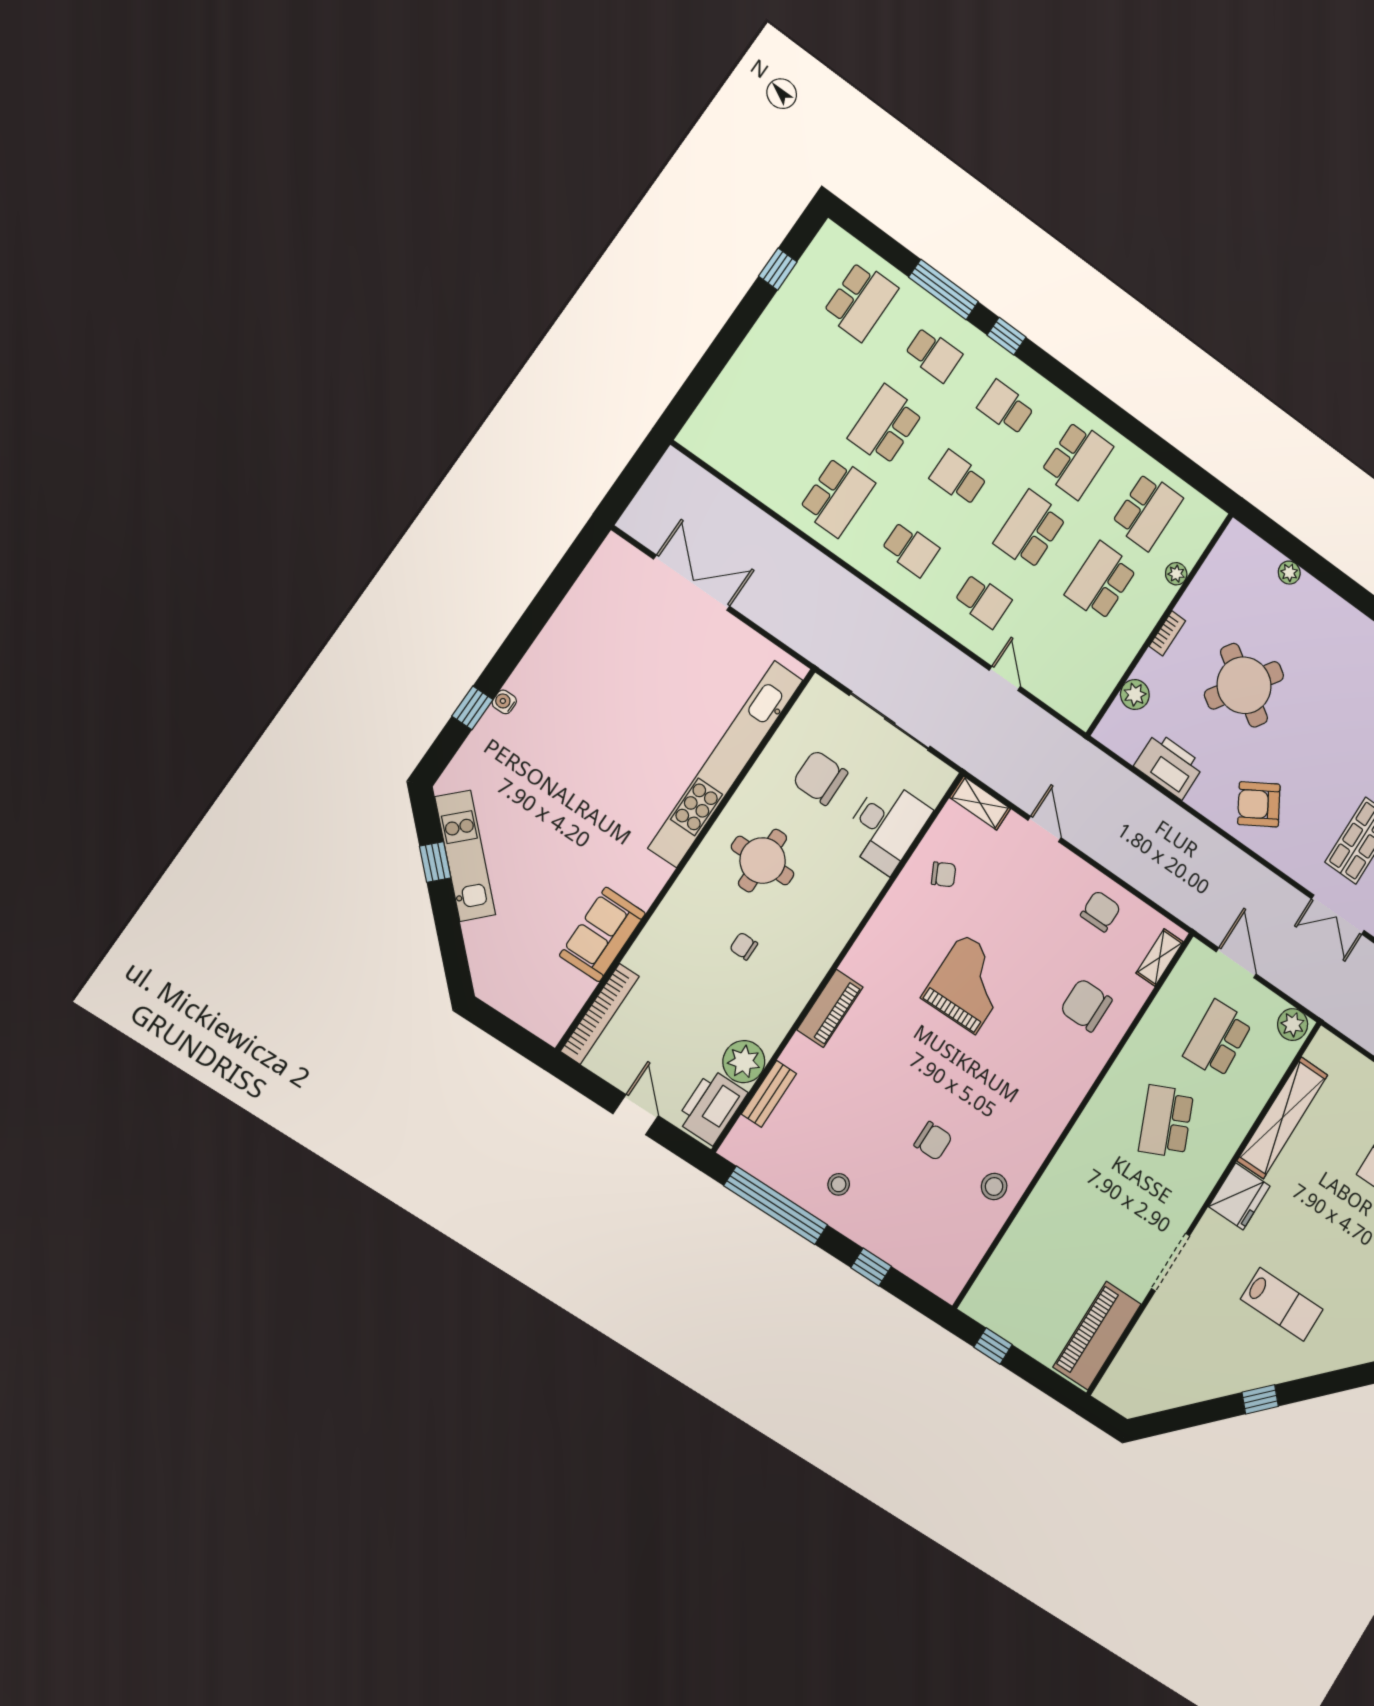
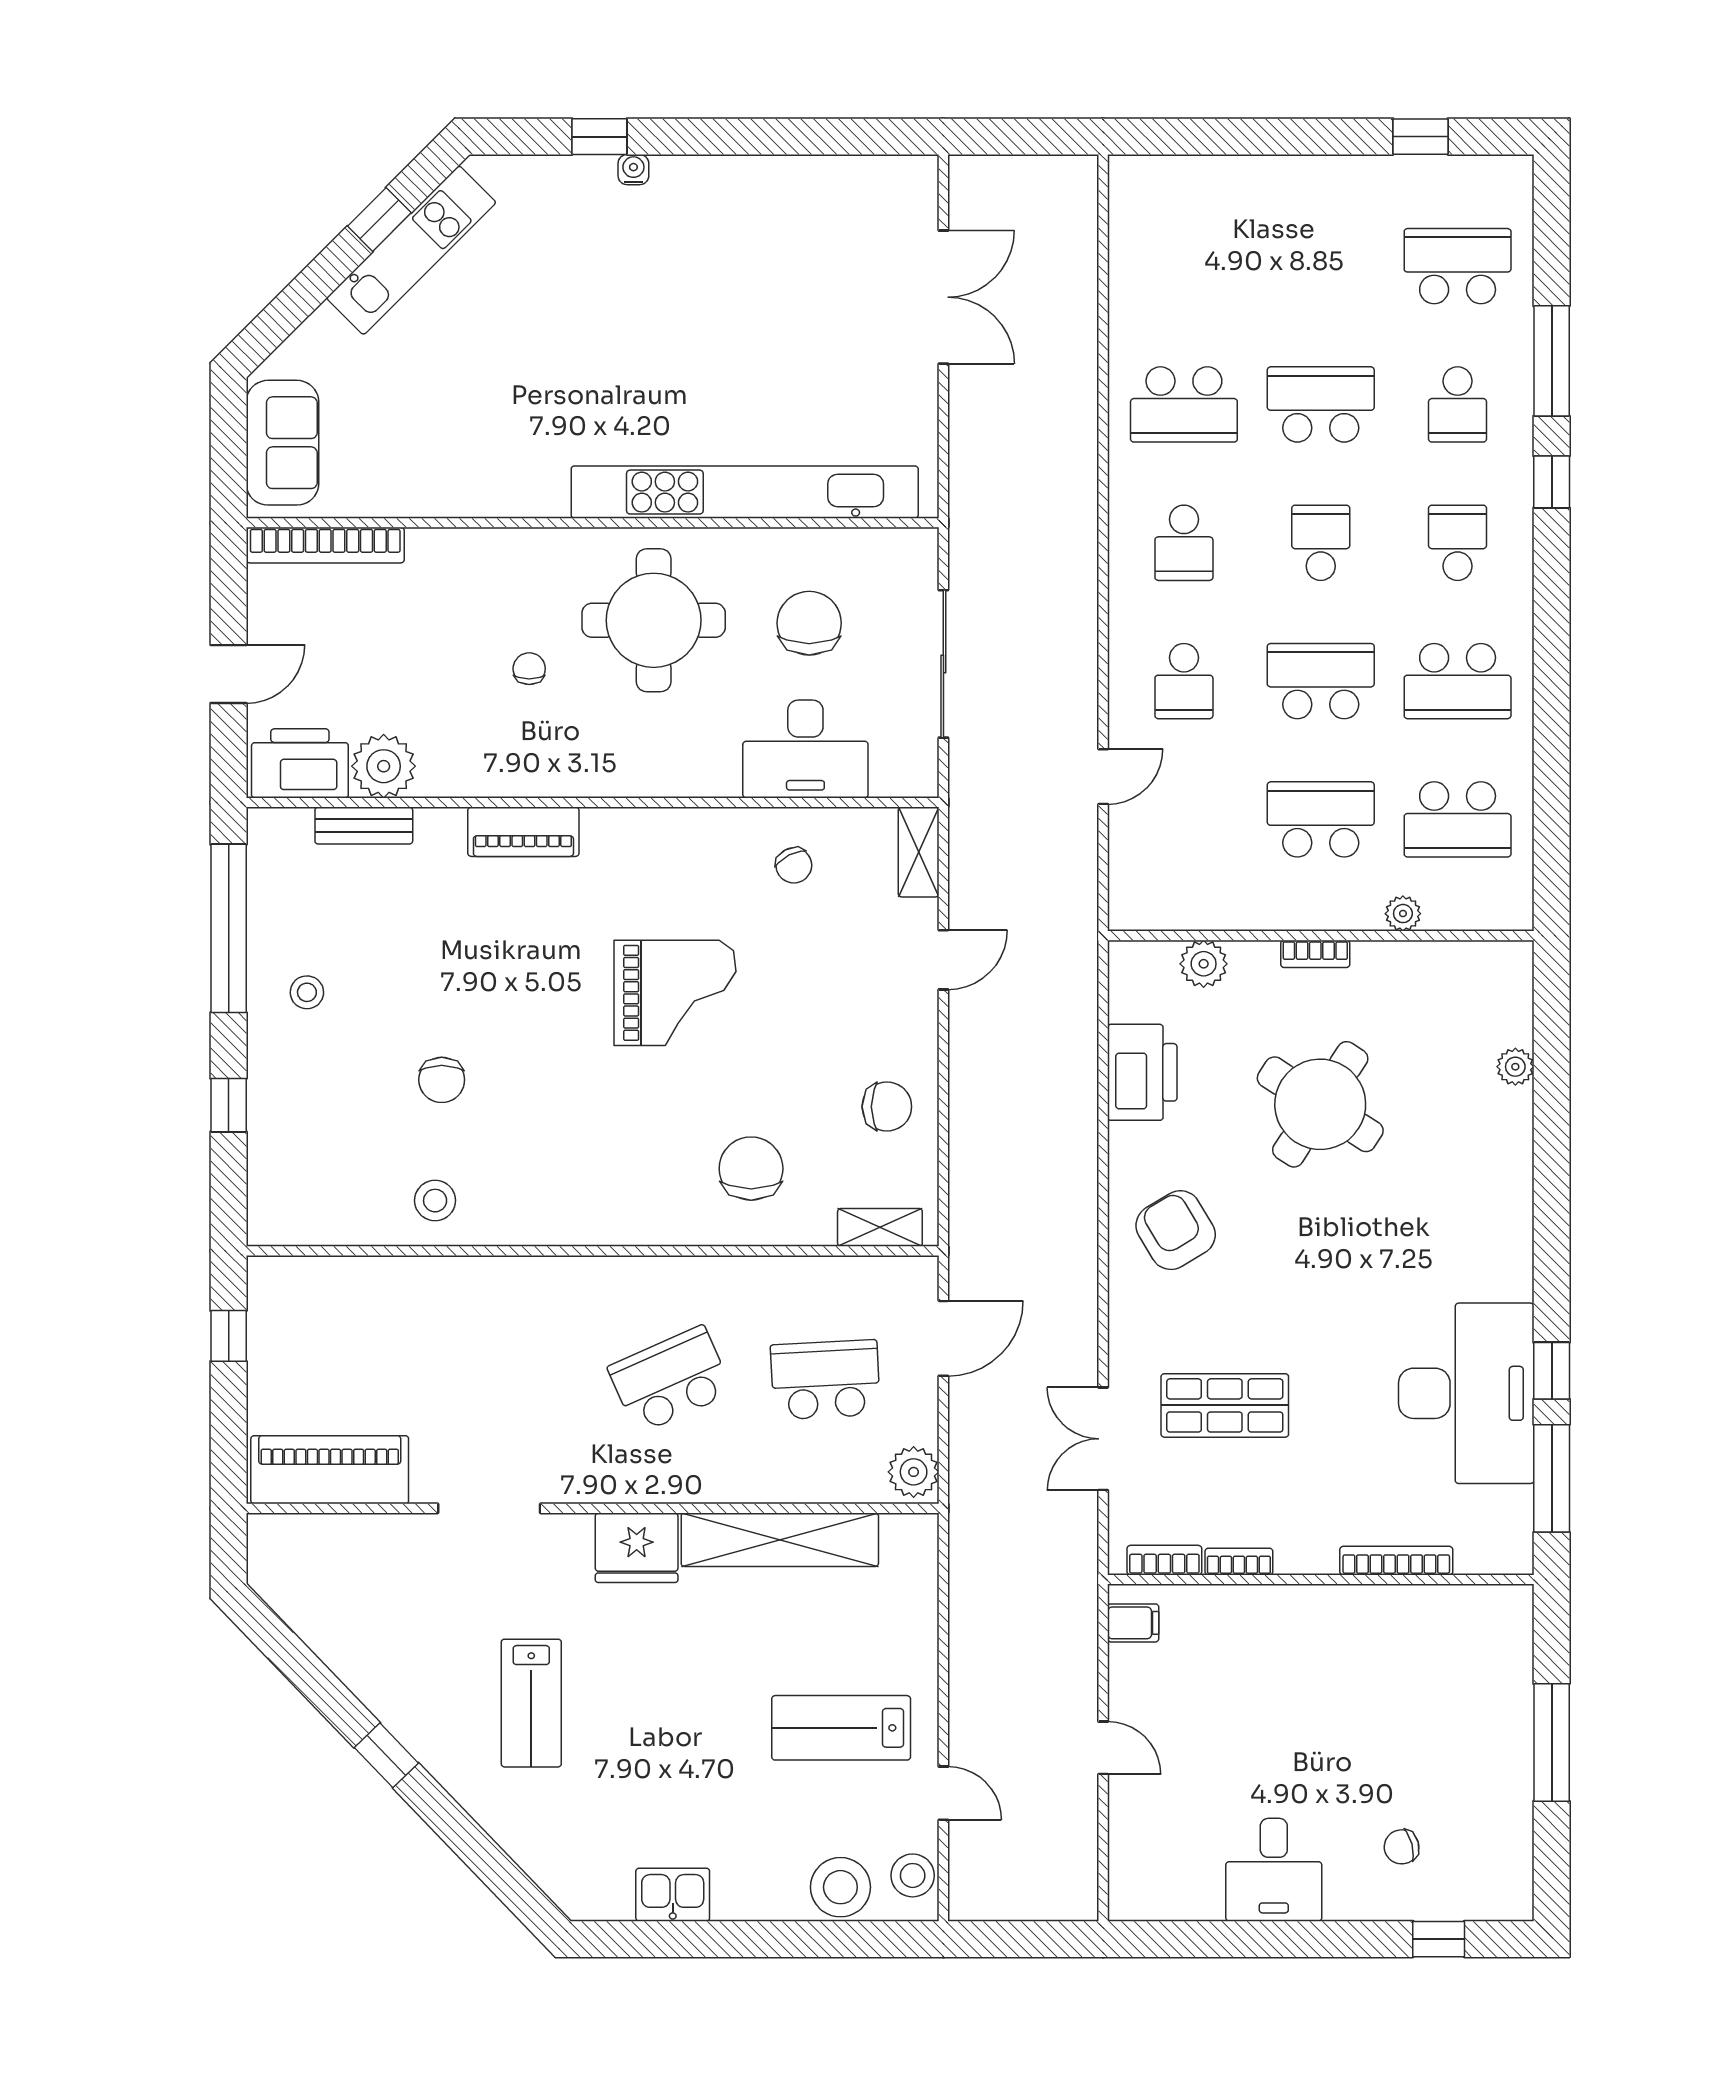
school desk: (860, 301) -> (1458, 266), turned 180
round table: (763, 861) -> (654, 620), width x1.36, depth x1.36
sofa: (602, 934) -> (282, 443), moved, turned 90

